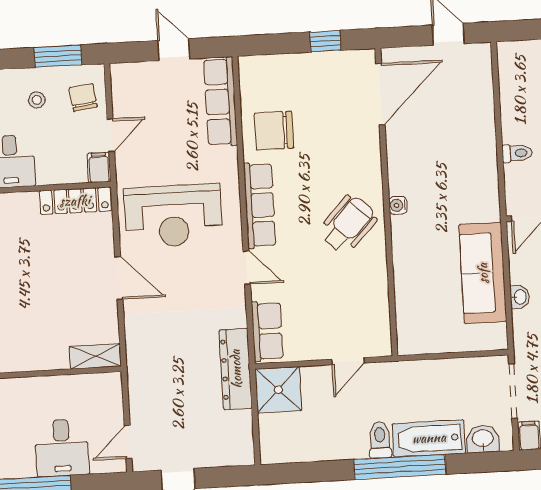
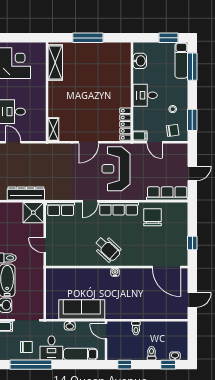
dresser: (236, 369) -> (26, 193), moved

